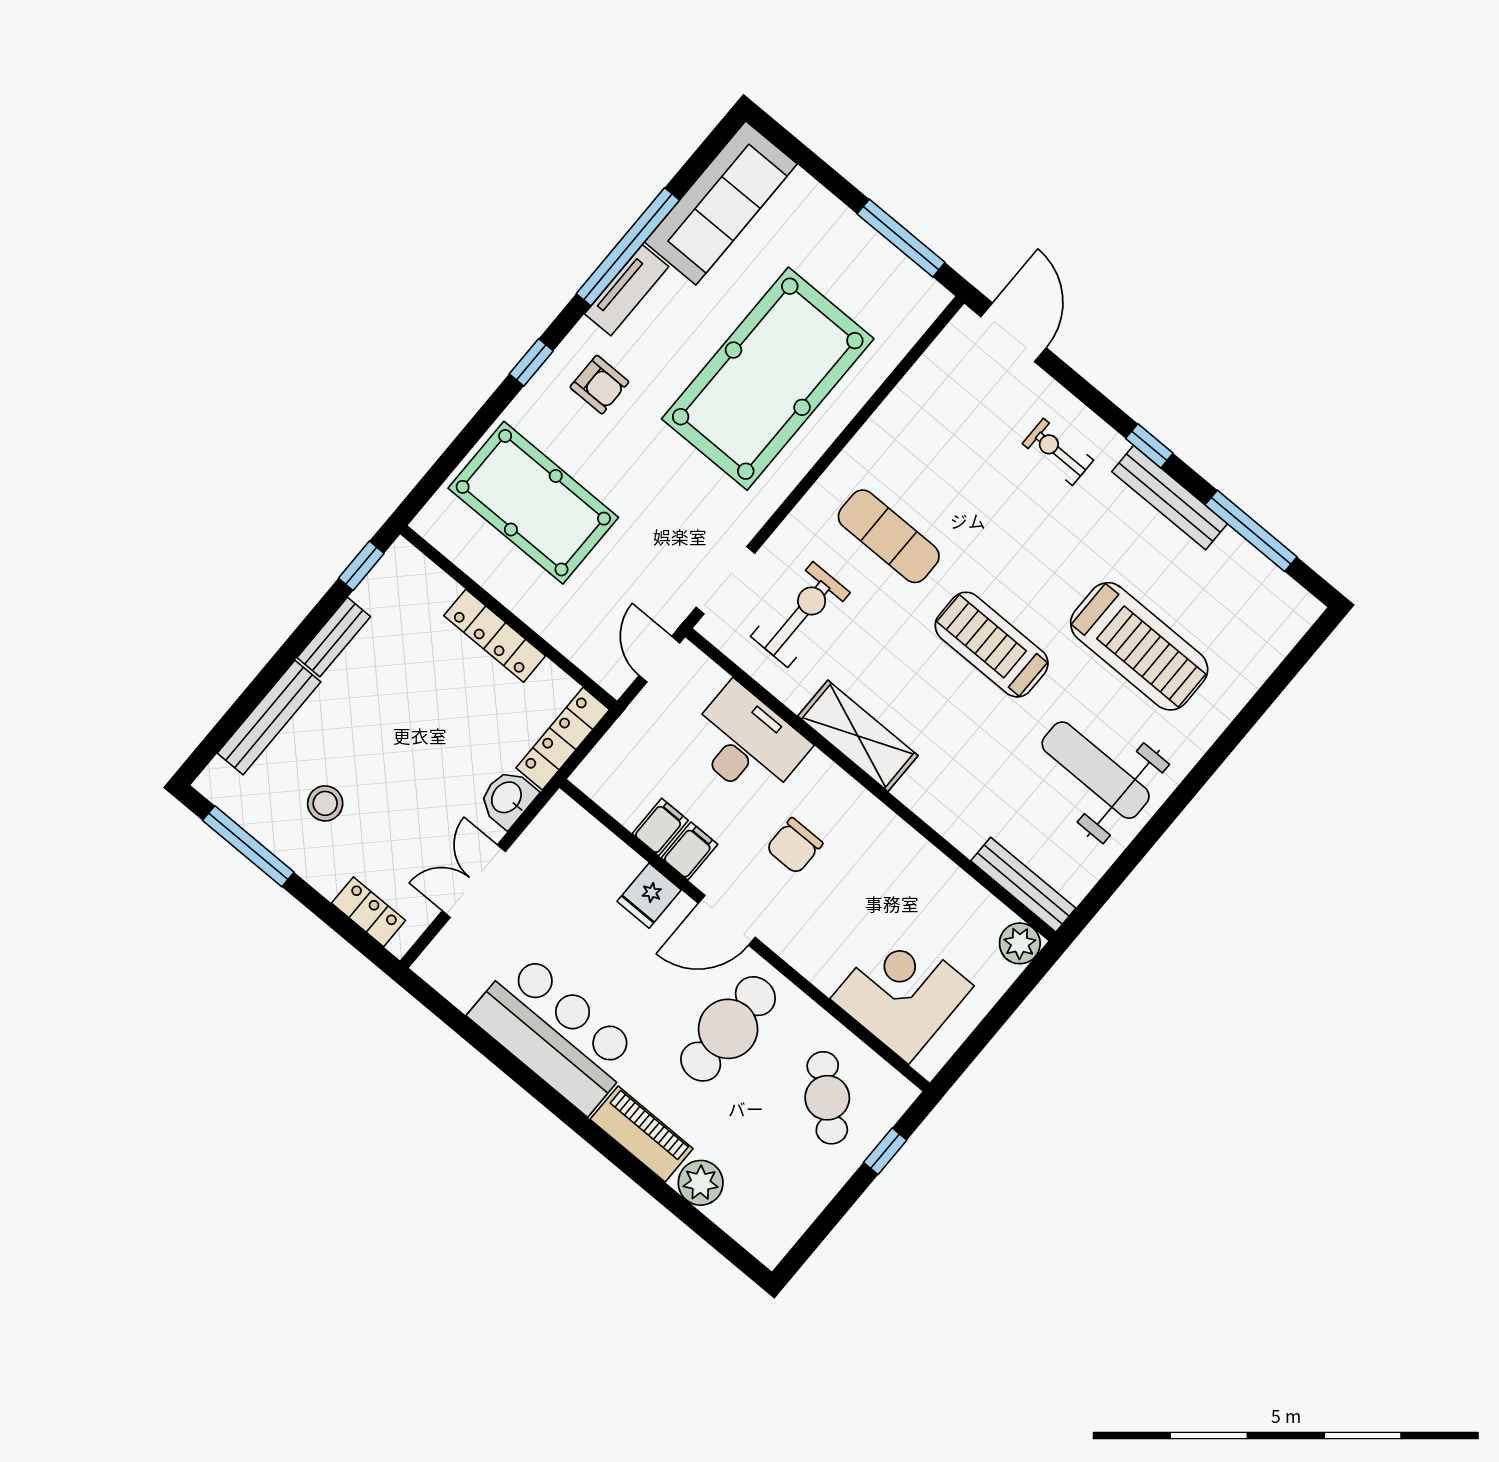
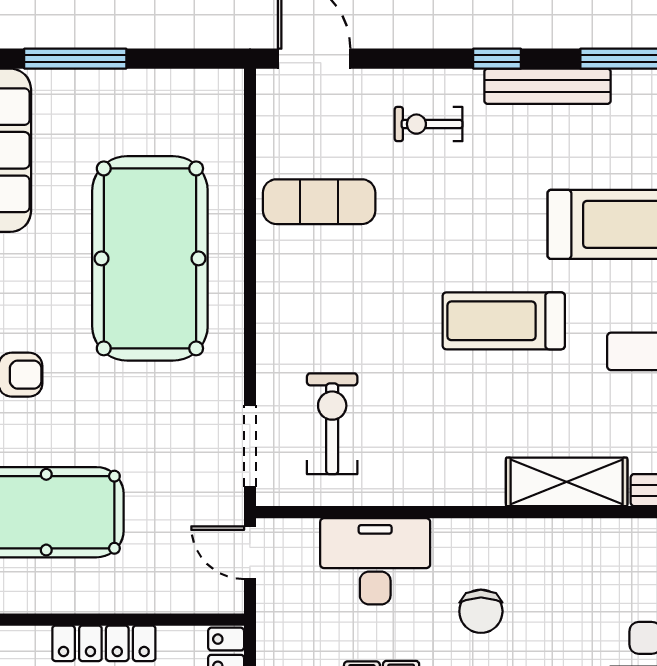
window: (901, 238) -> (75, 59), moved
exercise mat: (889, 536) -> (319, 202), moved
shelving: (858, 736) -> (567, 482), moved

